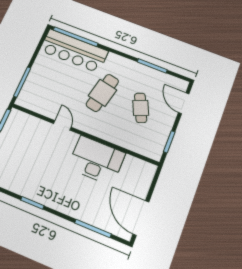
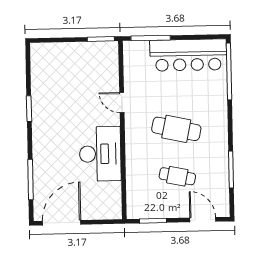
bar counter: (74, 51) -> (188, 55), moved, turned -90
door: (184, 103) -> (203, 220), hinge flipped
cafe table: (141, 108) -> (177, 176), turned 36
door: (62, 125) -> (122, 102), swing flipped

